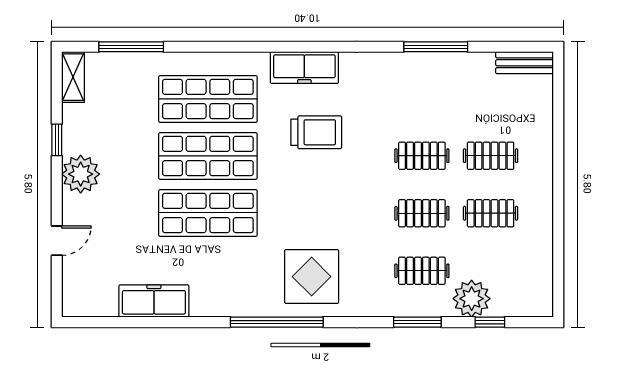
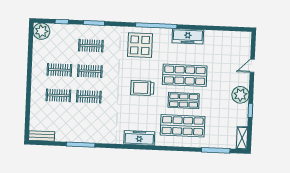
trolley: (316, 132) -> (142, 88), moved
shop shelf: (208, 156) -> (184, 101), width x0.70, depth x0.74
plant: (472, 299) -> (41, 31), moved
freezer: (154, 301) -> (188, 36), moved

